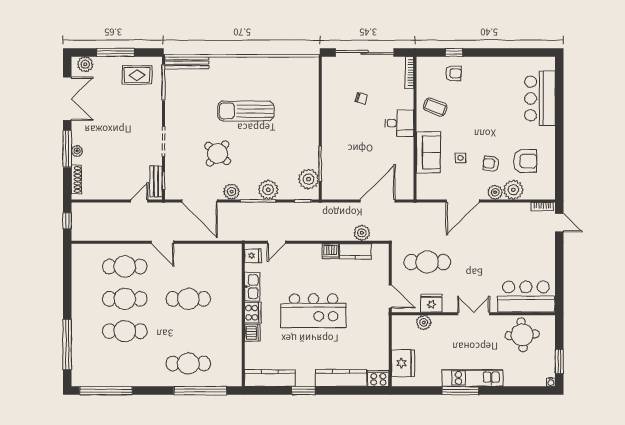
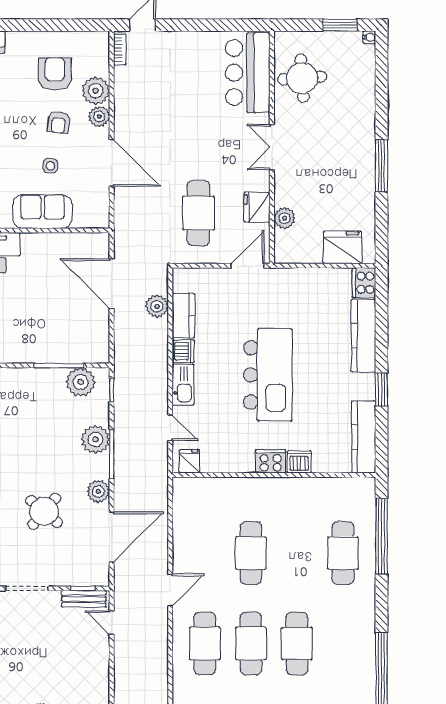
kitchen sink: (252, 287) -> (183, 385), moved, turned 90
kitchen unit: (472, 378) -> (363, 149), removed

